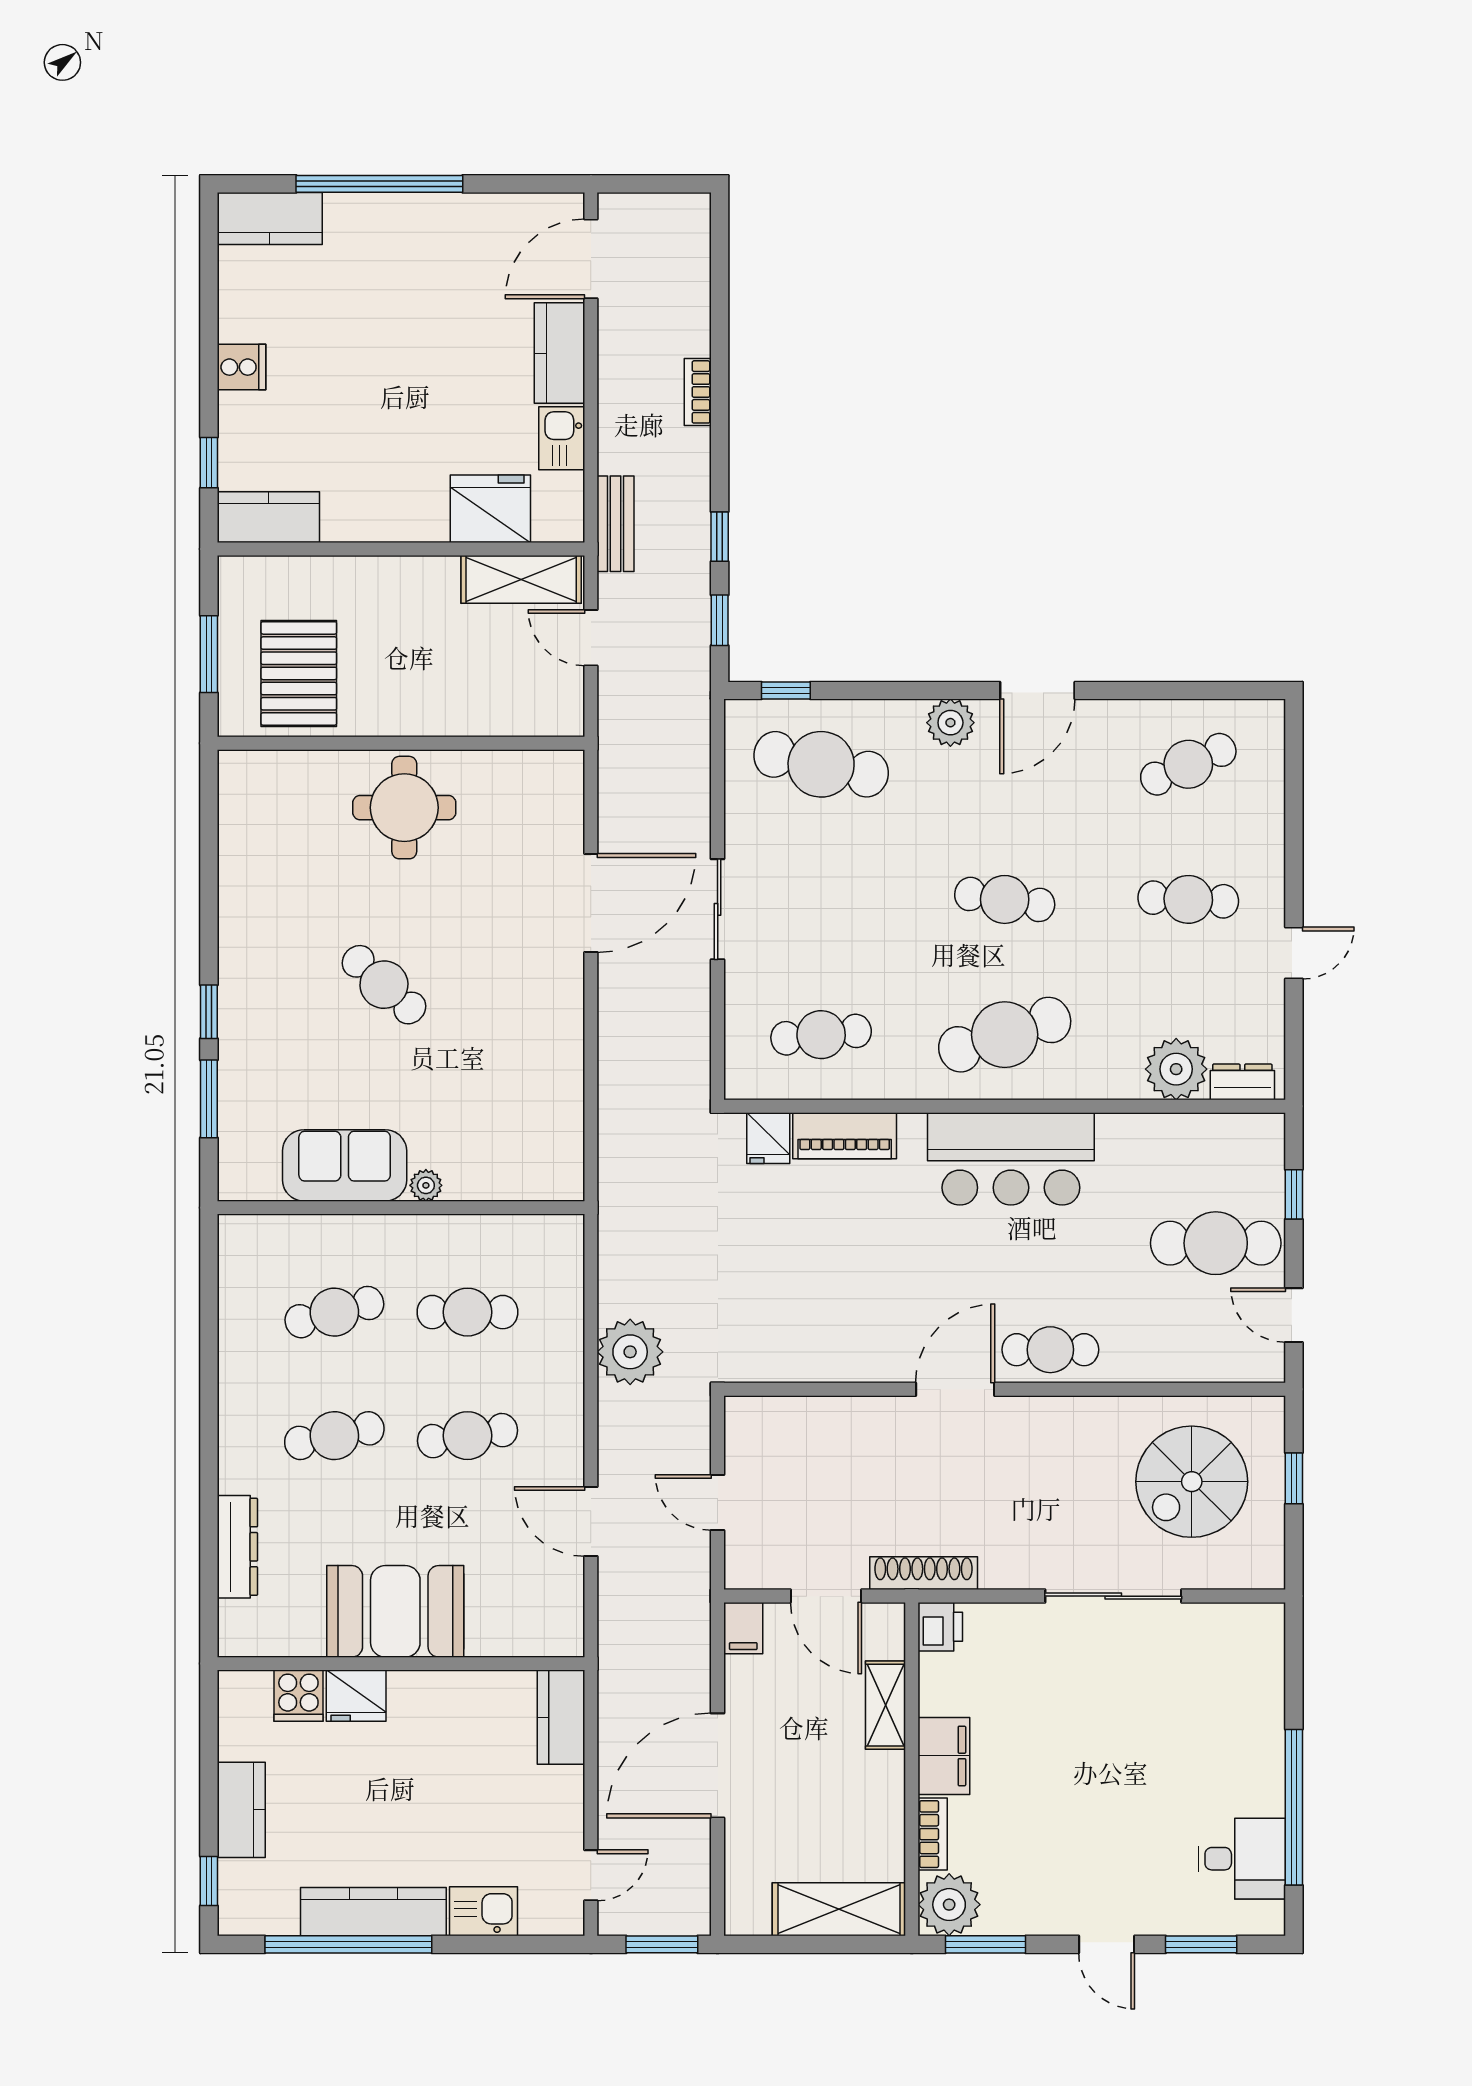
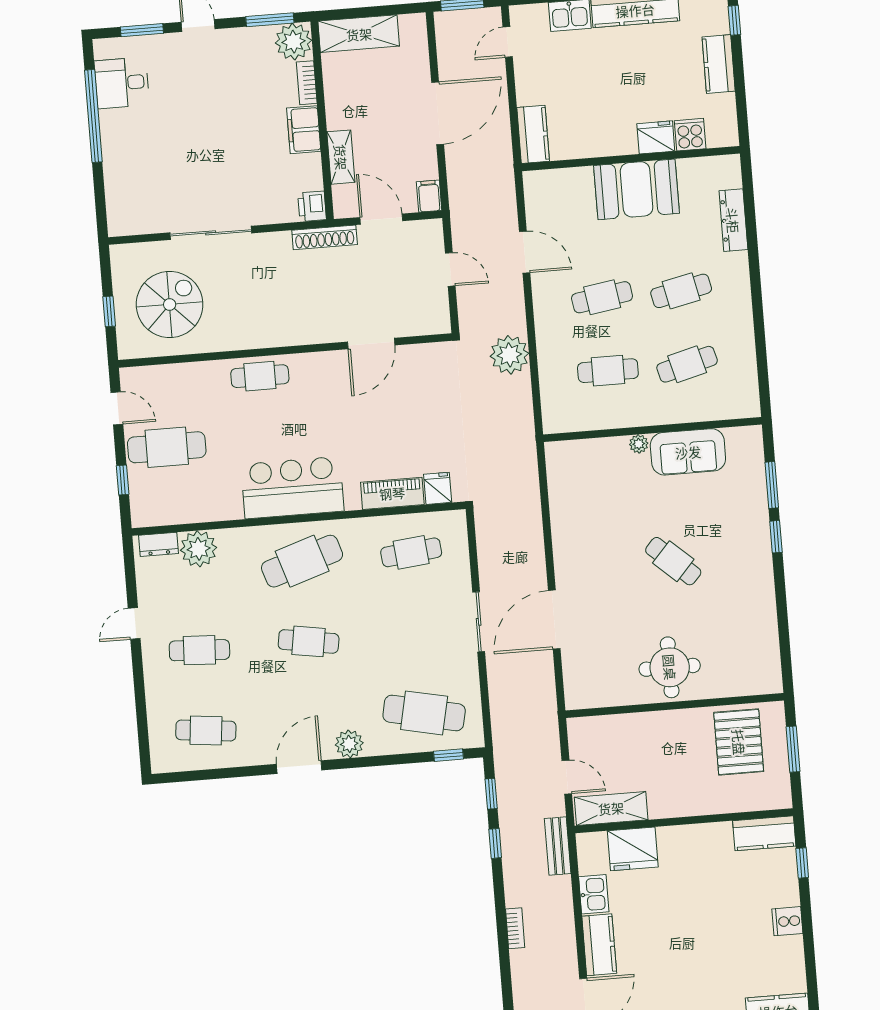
cafe table: (1188, 764) -> (206, 731), turned 30
door: (955, 1389) -> (371, 344), moved

